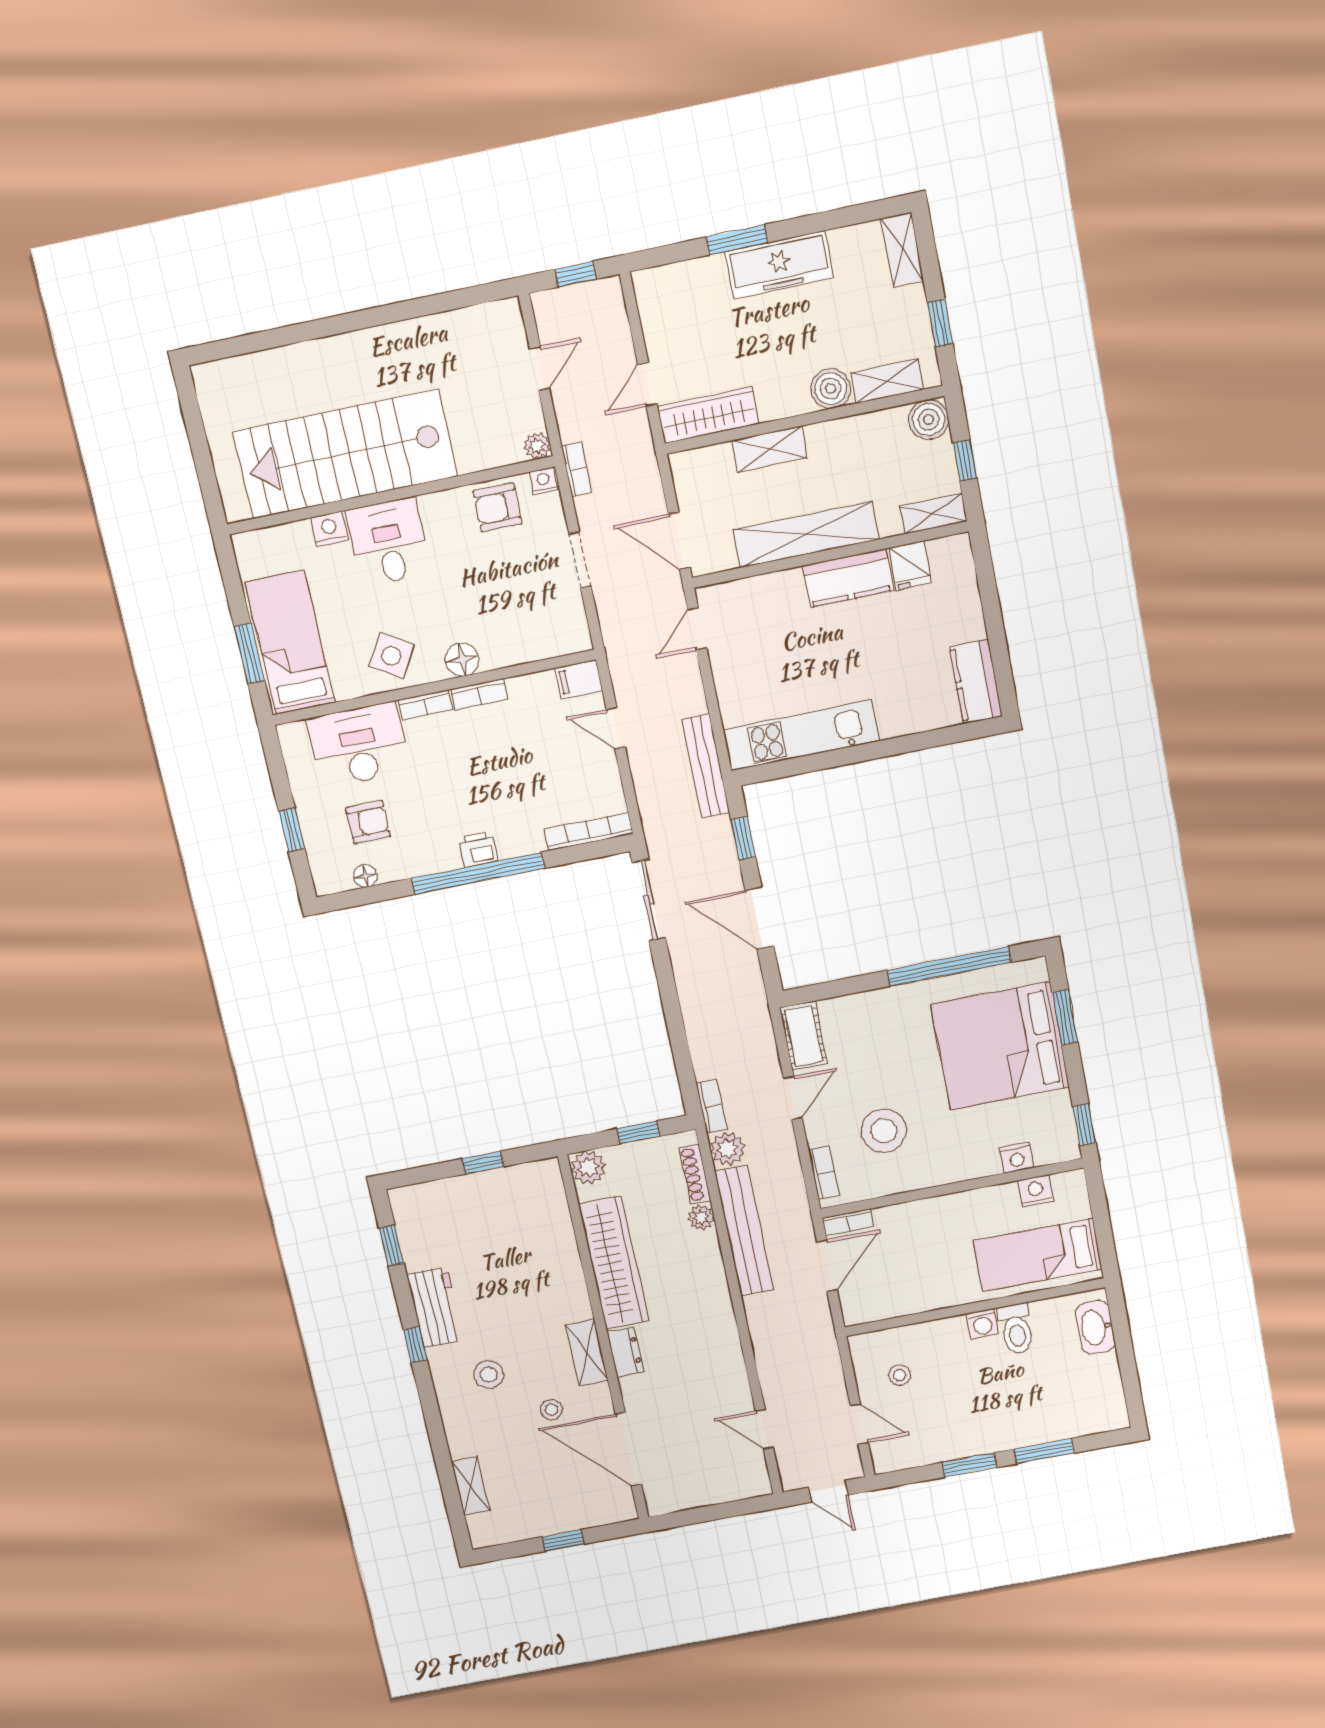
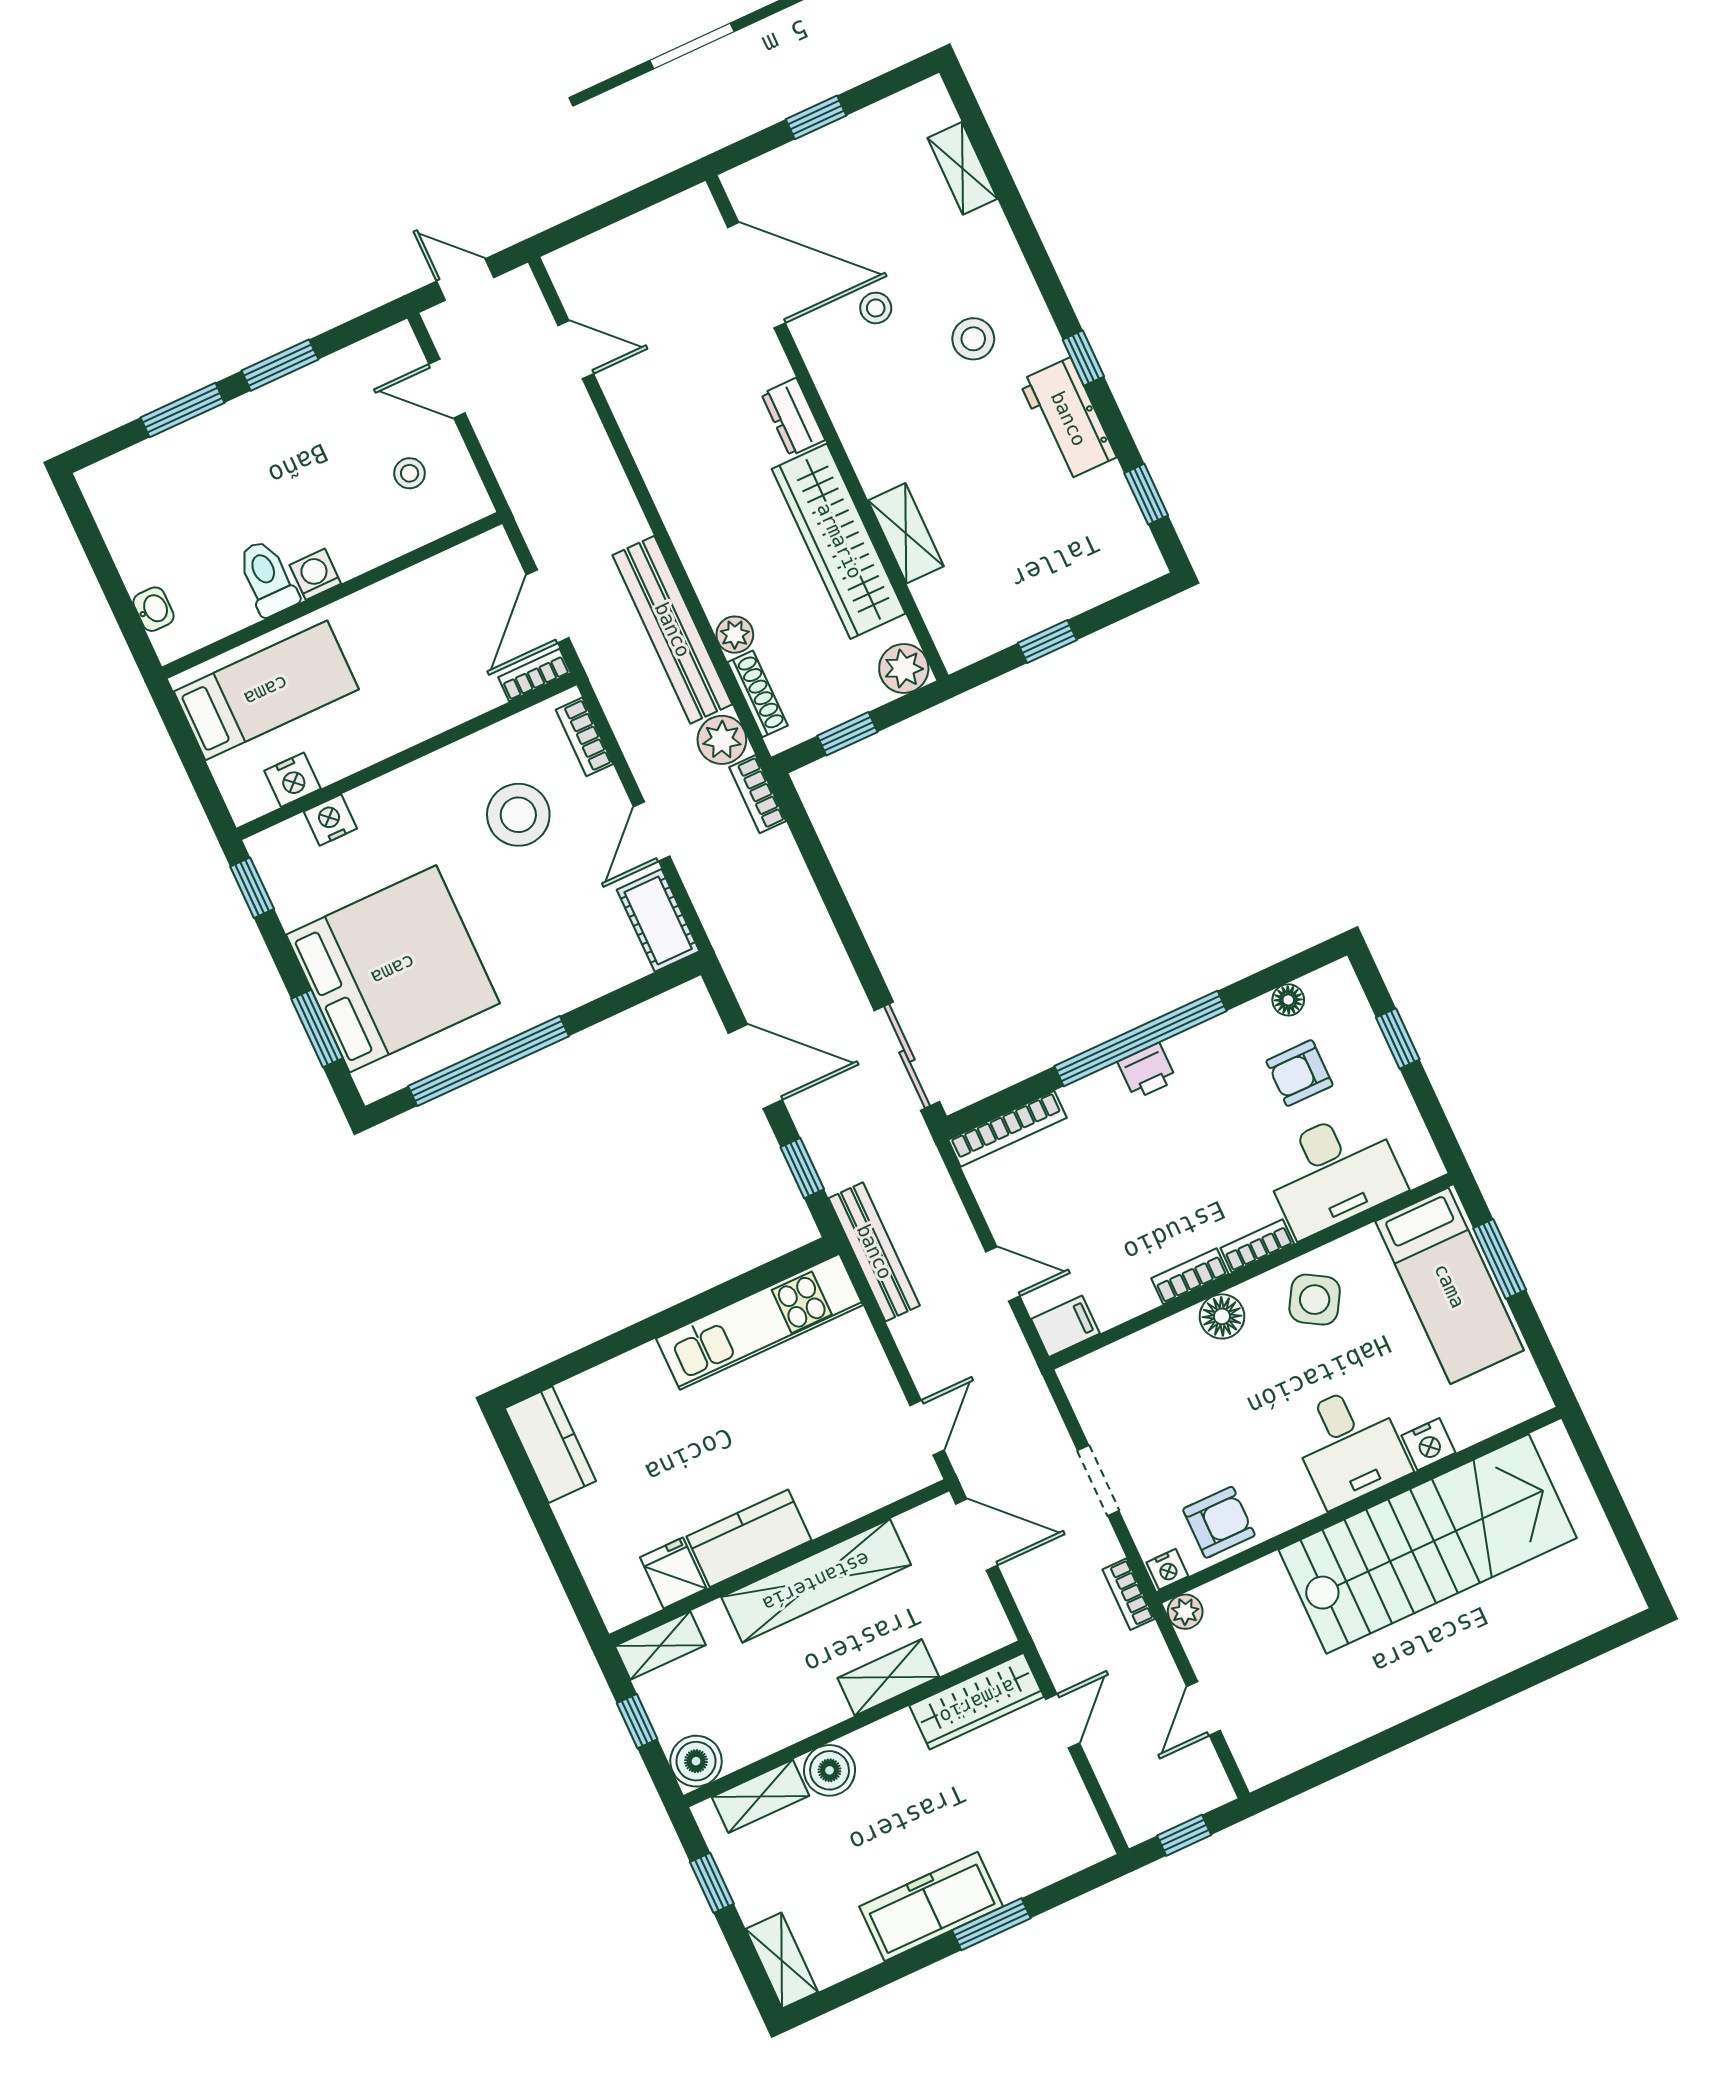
washbasin: (1095, 1327) -> (153, 609), width x0.52, depth x0.69
shelving: (587, 1352) -> (906, 533), moved

